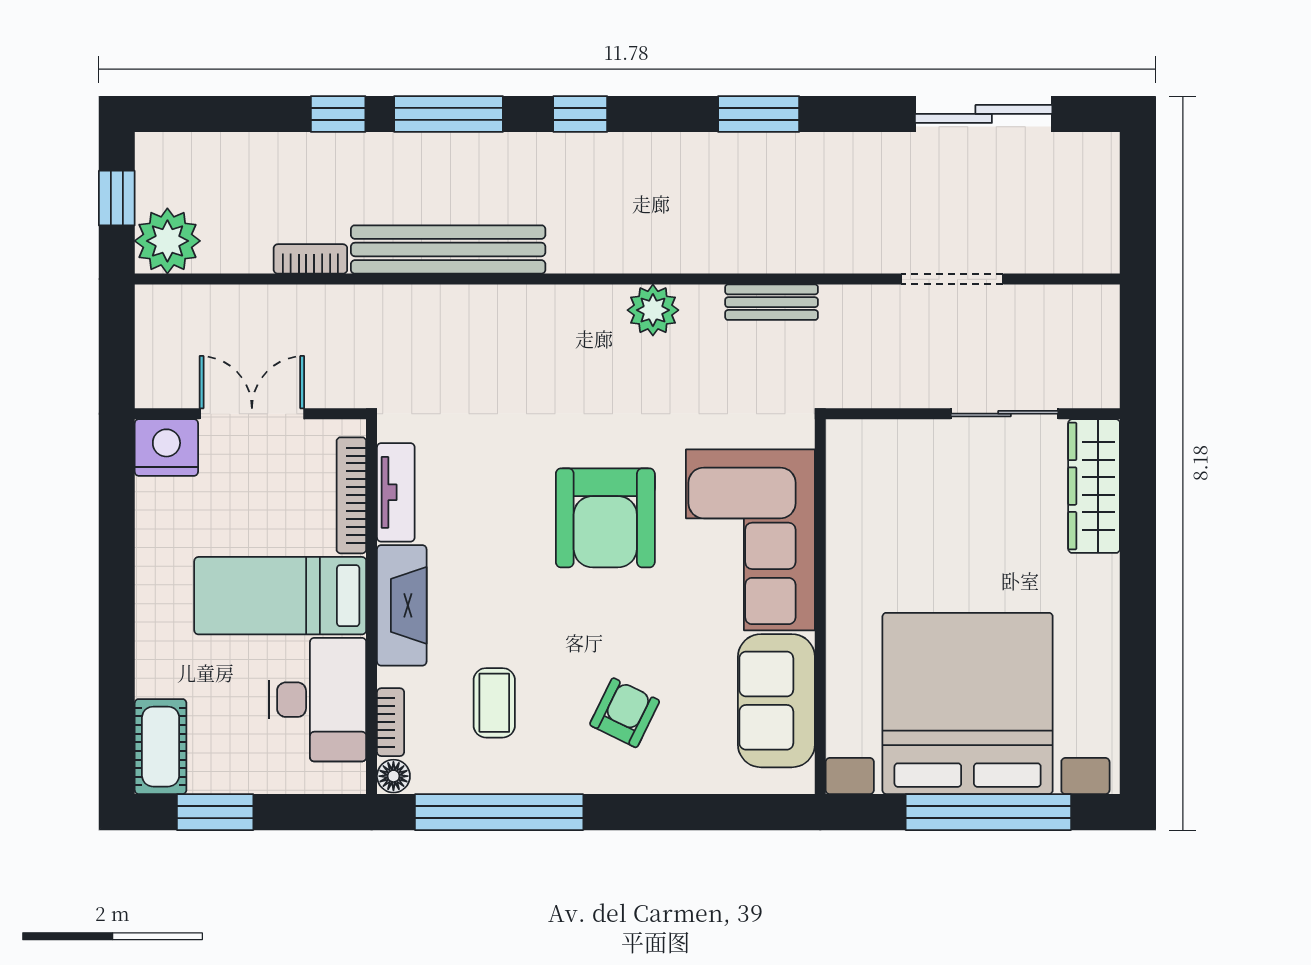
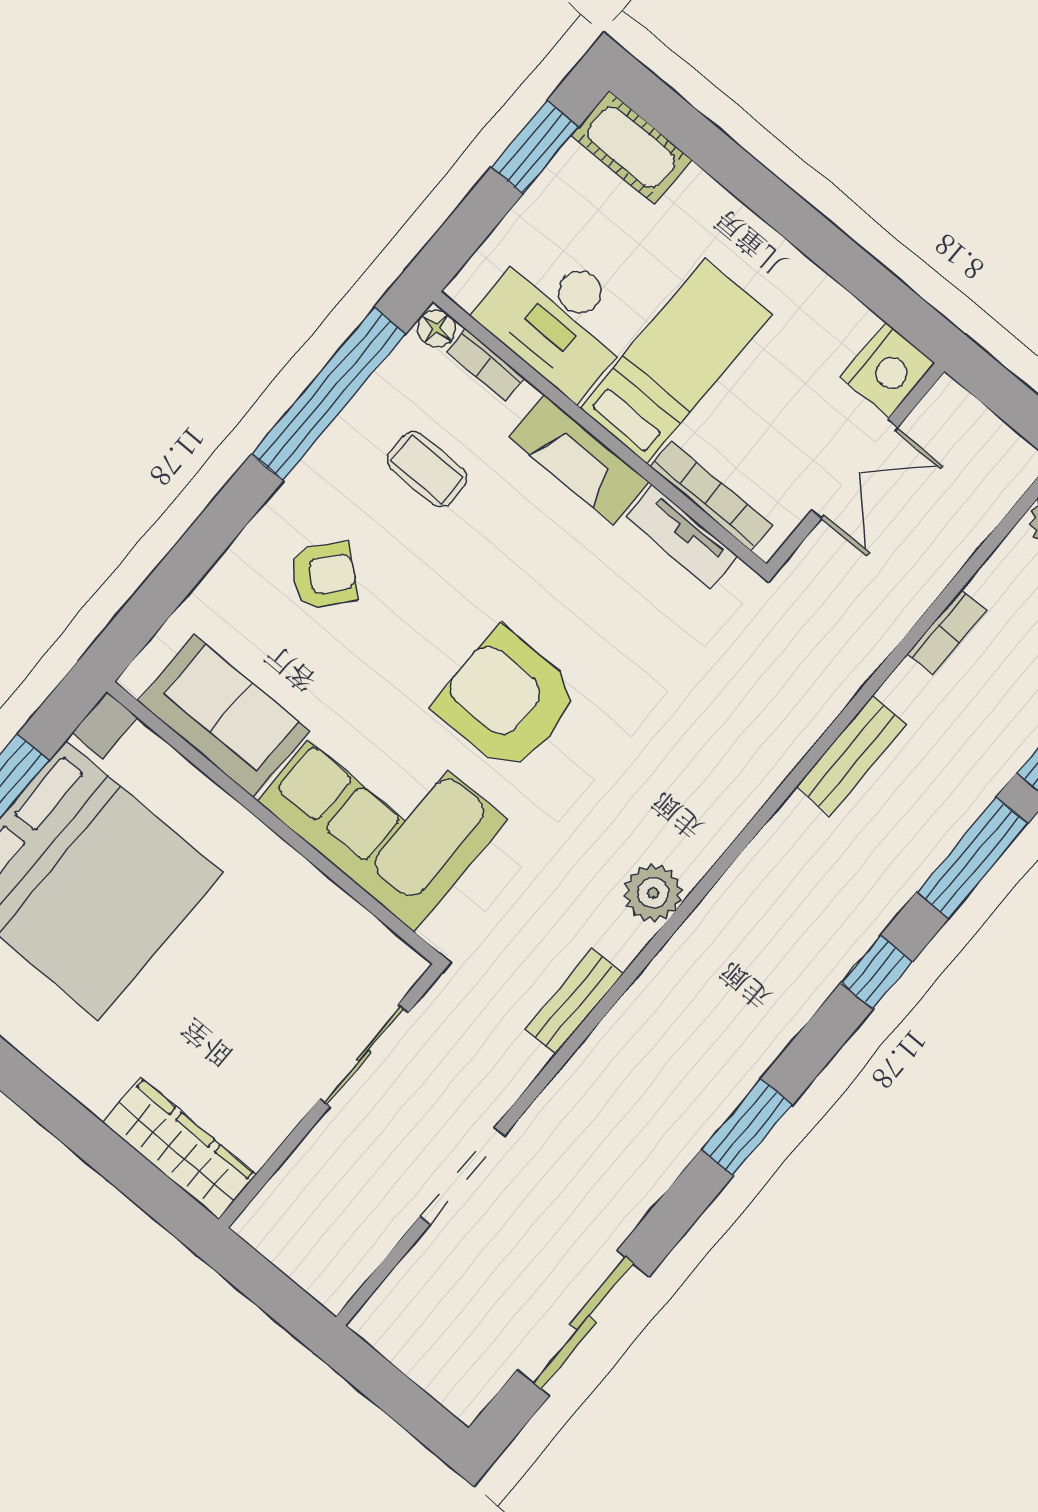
bench: (448, 249) -> (851, 756), width x0.54, depth x0.82
sliding door: (1004, 414) -> (364, 1056), moved
armchair: (625, 713) -> (324, 575), turned -75

